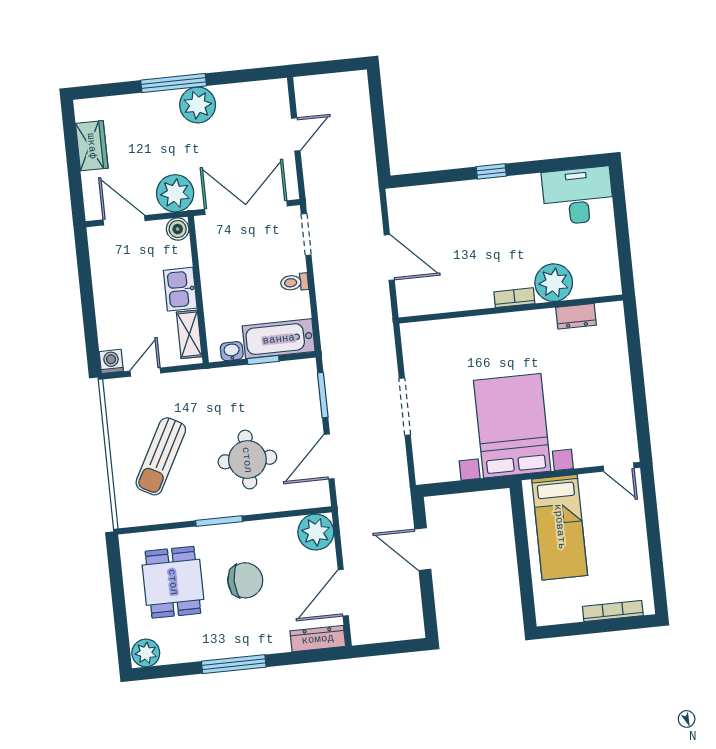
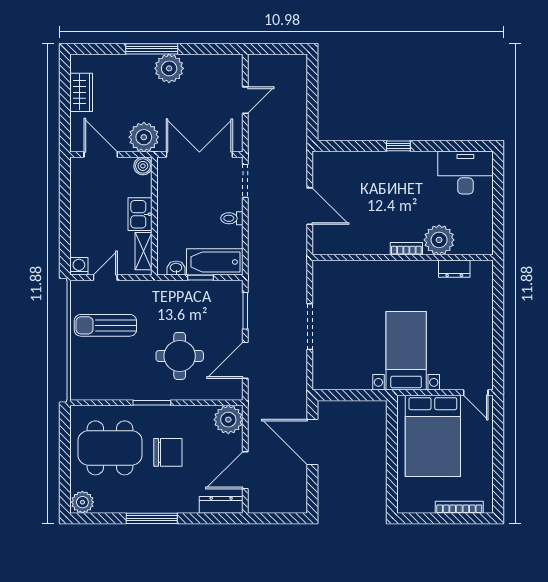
bed with nightstands: (512, 426) -> (406, 351), width x0.73
sun lounger: (161, 456) -> (105, 325), moved, turned 62
bed: (560, 527) -> (433, 436), width x1.50
door: (423, 549) -> (312, 442), width x1.36
dining table: (173, 582) -> (110, 448), width x1.38

